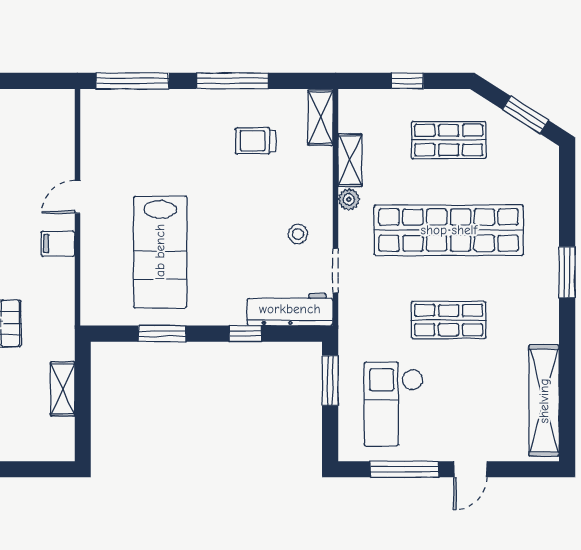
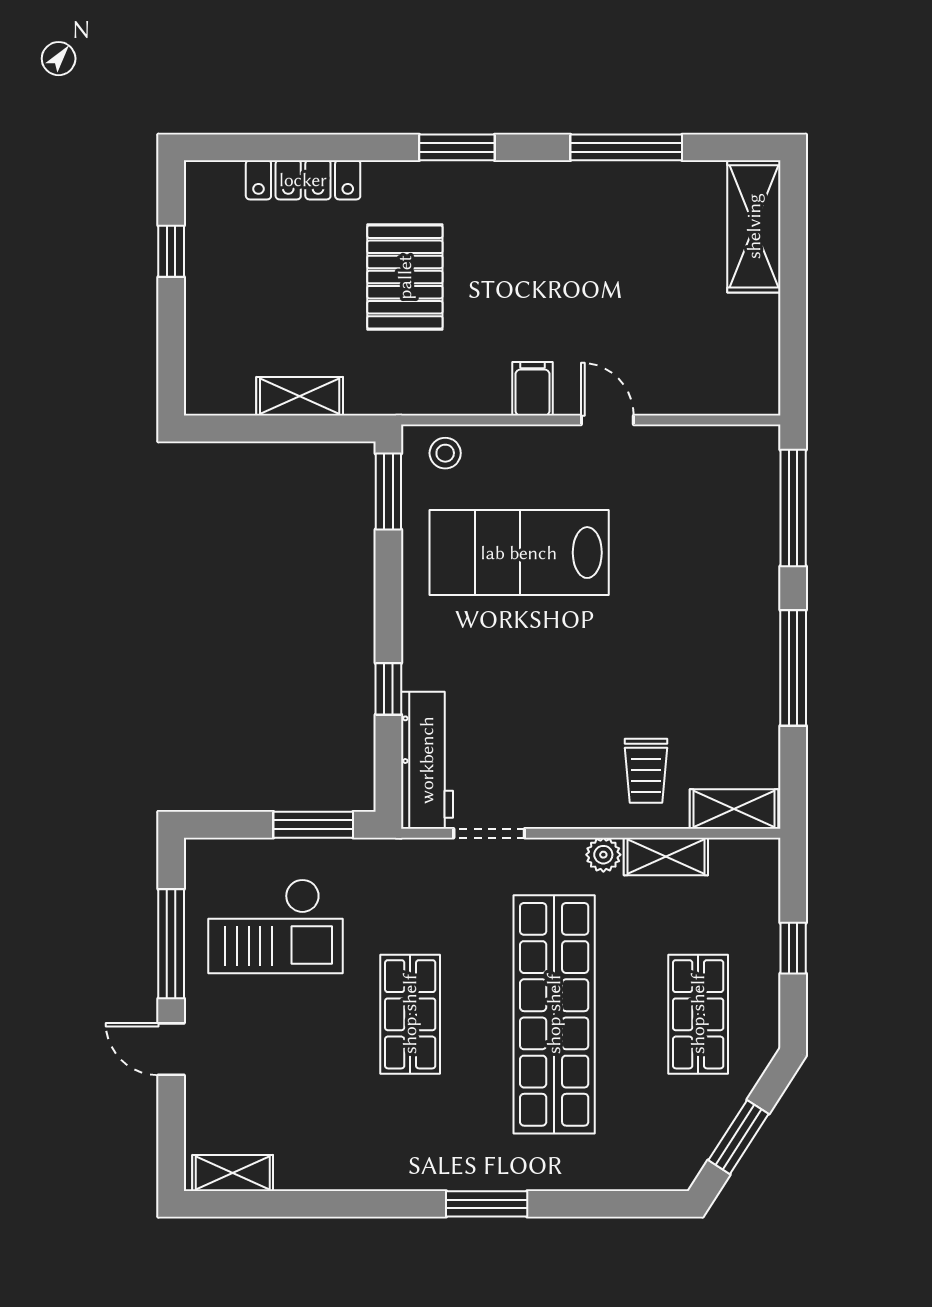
trolley: (255, 141) -> (646, 771), moved, turned 180
stool: (298, 234) -> (445, 453), moved
window: (162, 334) -> (388, 492), moved
shelving: (544, 401) -> (233, 1173), width x0.45, depth x0.75
checkout: (394, 404) -> (276, 926), turned 180

